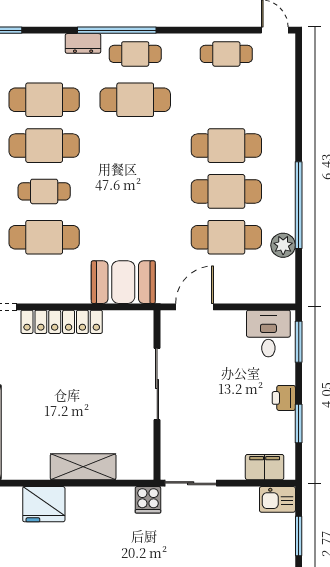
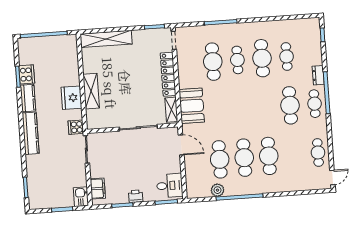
cafe table: (44, 100) -> (287, 56), width x0.73, depth x0.74
shelving: (128, 320) -> (171, 110), added
fridge: (44, 504) -> (71, 98), moved

